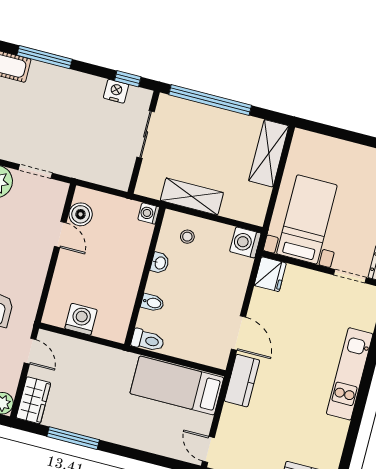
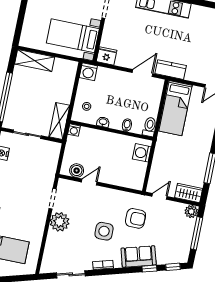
shelving: (192, 197) -> (59, 121), moved
washing machine: (81, 319) -> (142, 153), moved

